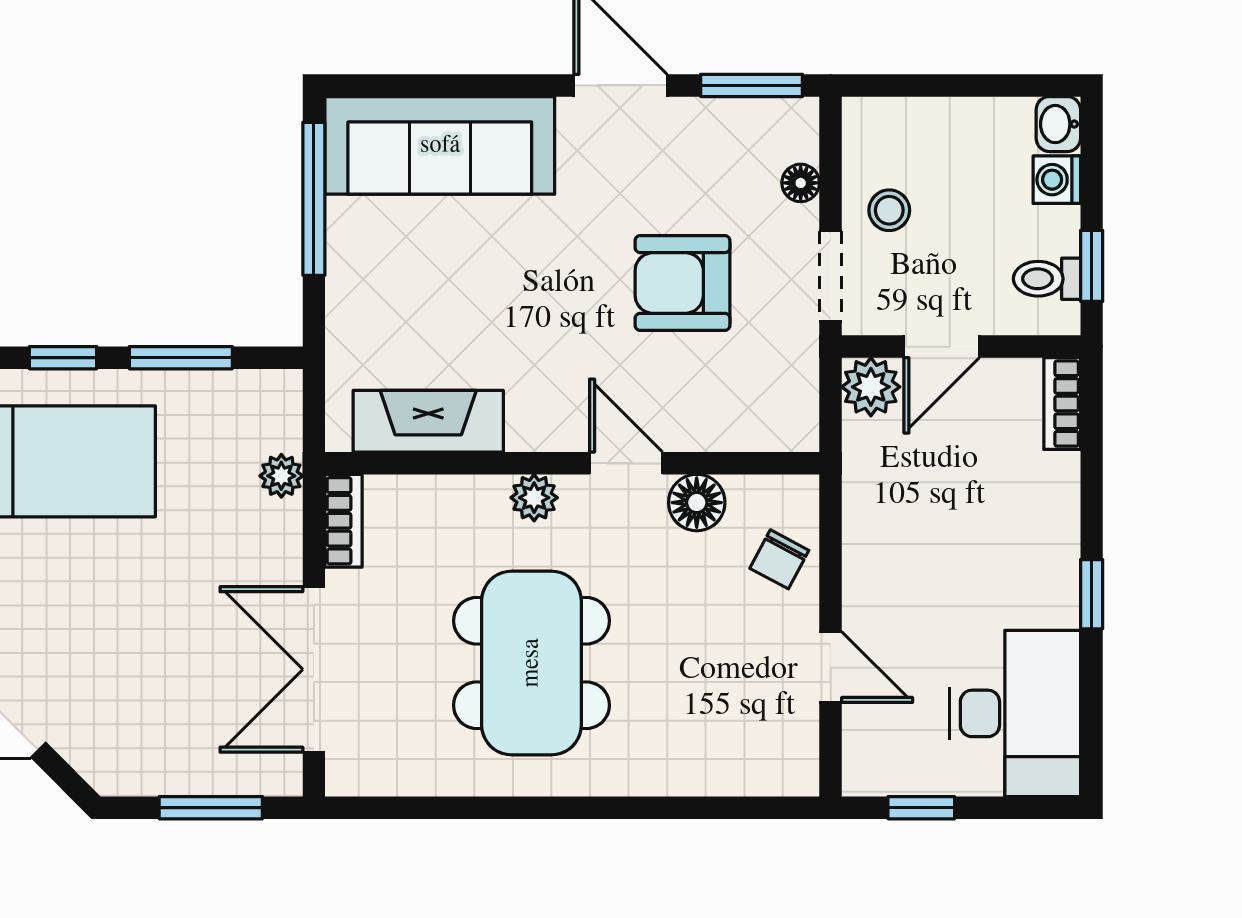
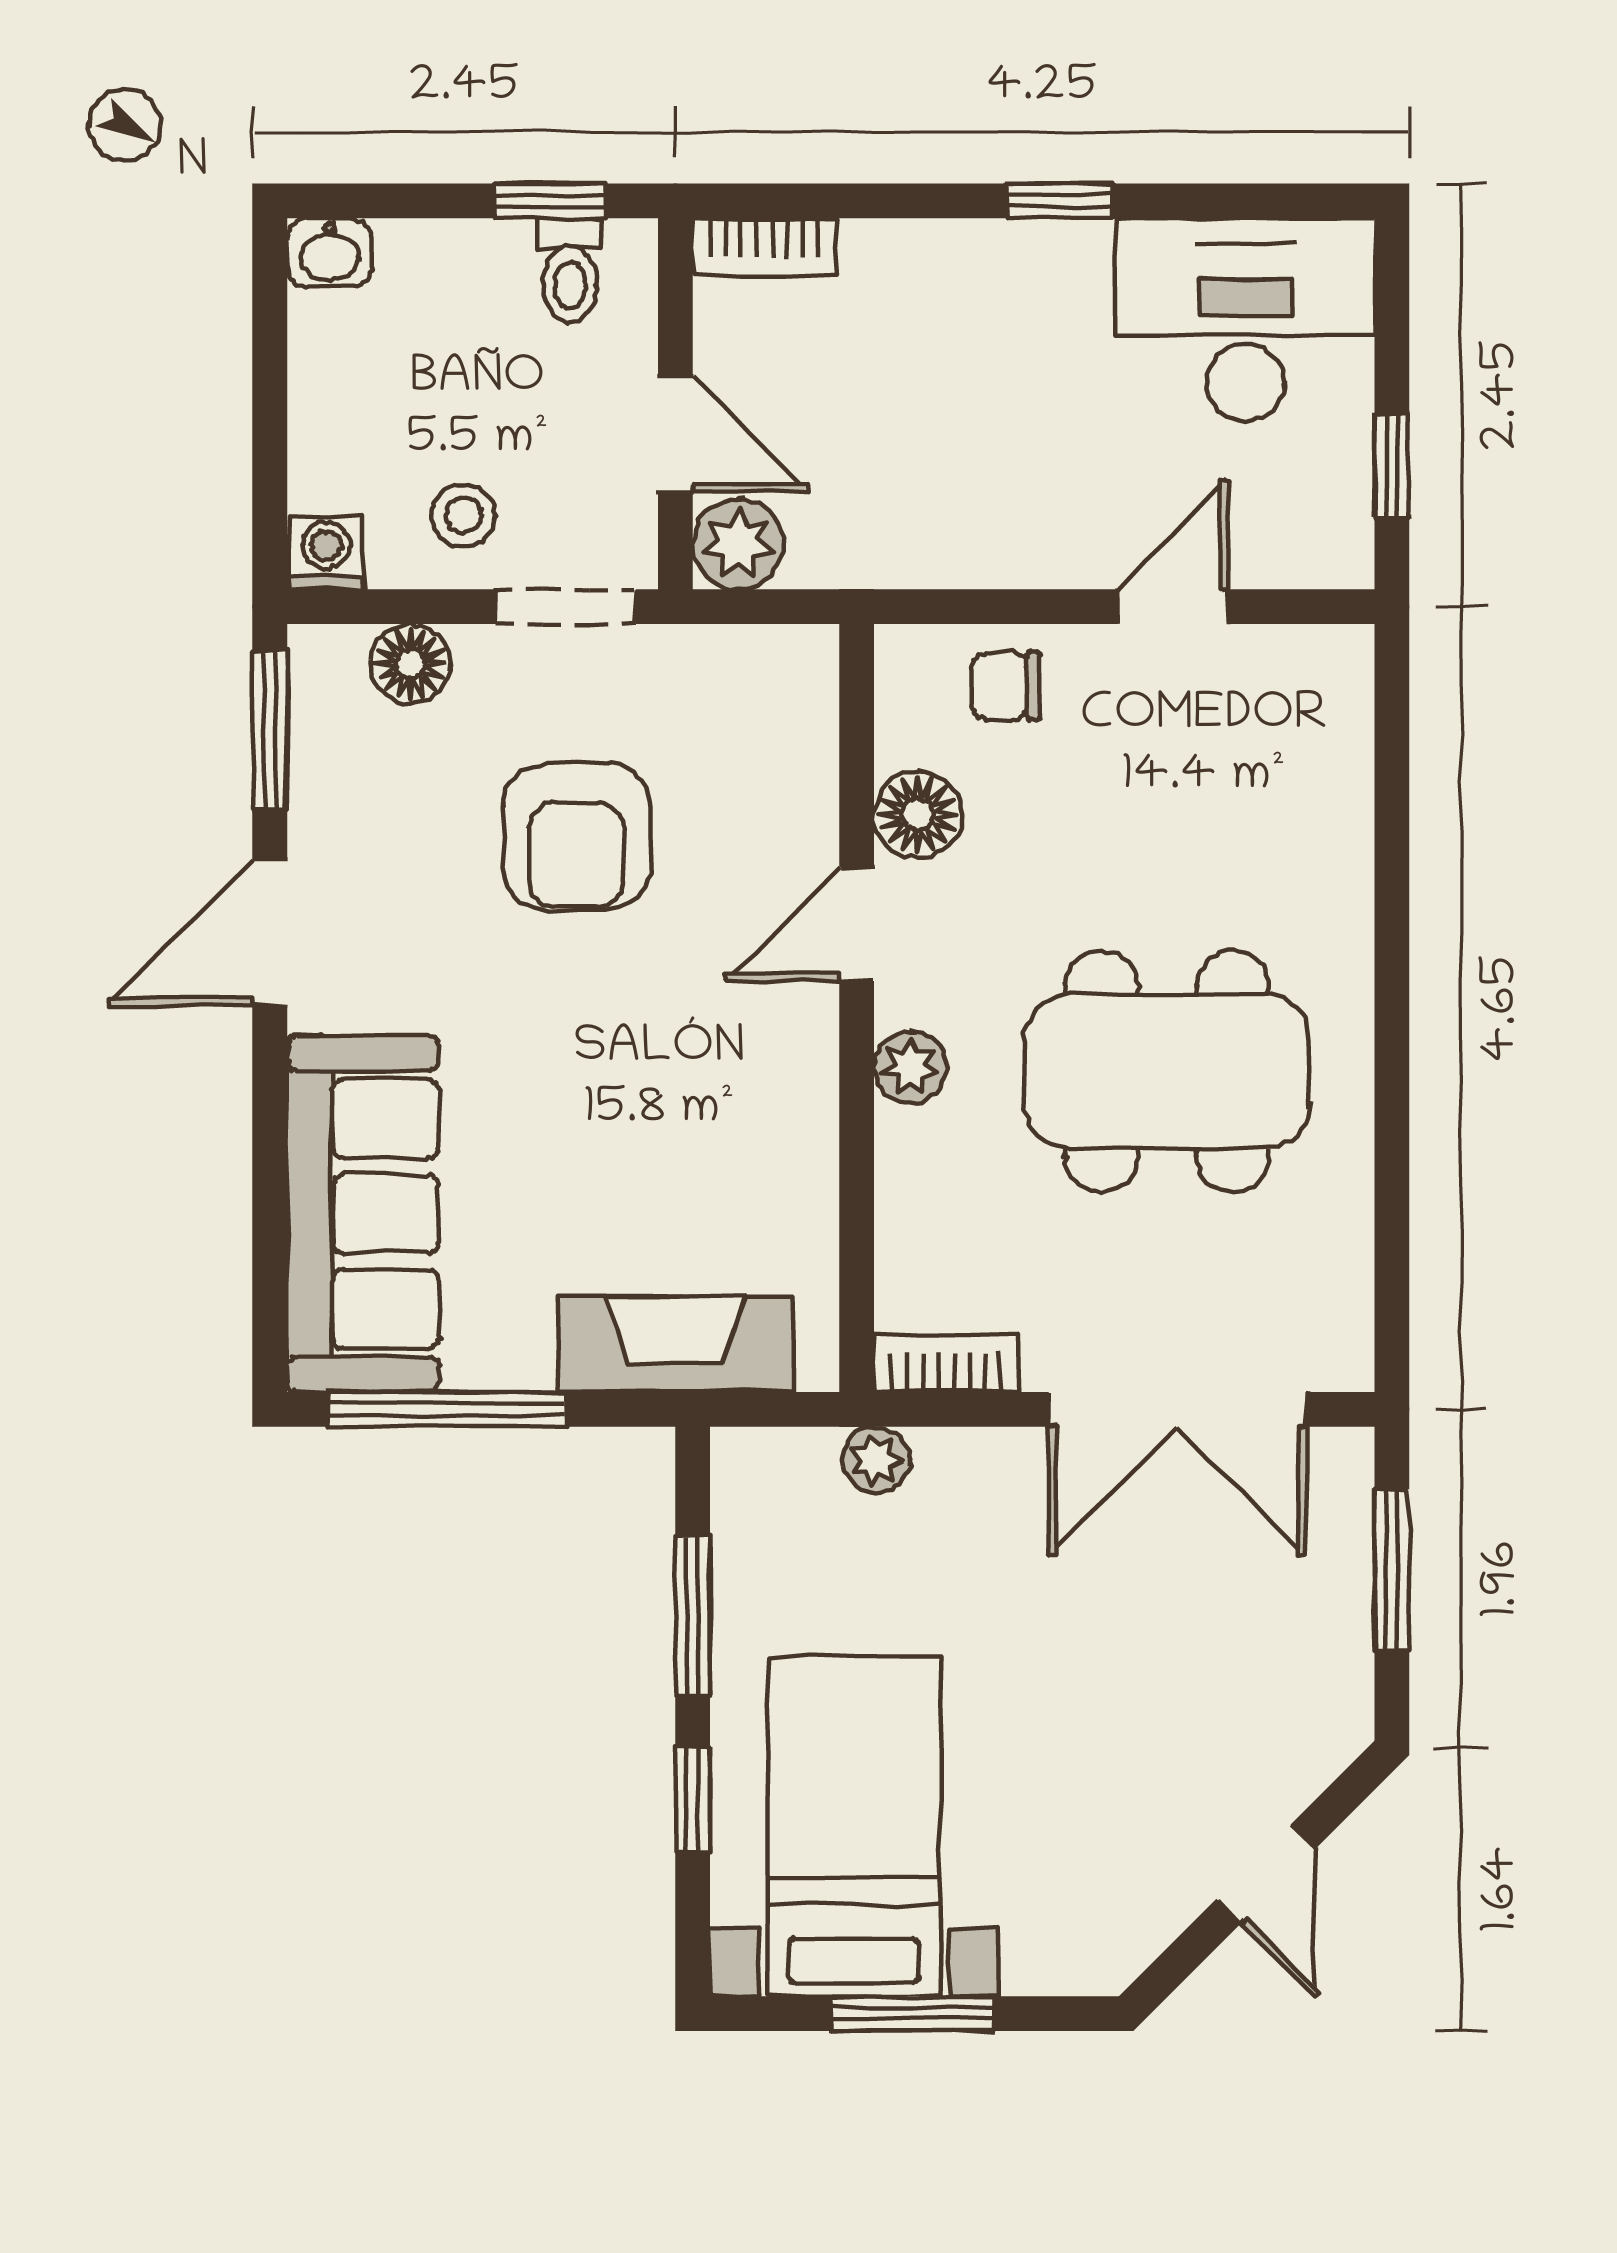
washing machine: (1057, 180) -> (326, 553), moved, turned 180
floor lamp: (801, 183) -> (410, 664), width x1.37, depth x1.37
fireplace: (428, 421) -> (676, 1344), moved, turned 90
chair: (779, 559) -> (1006, 686), turned 152

